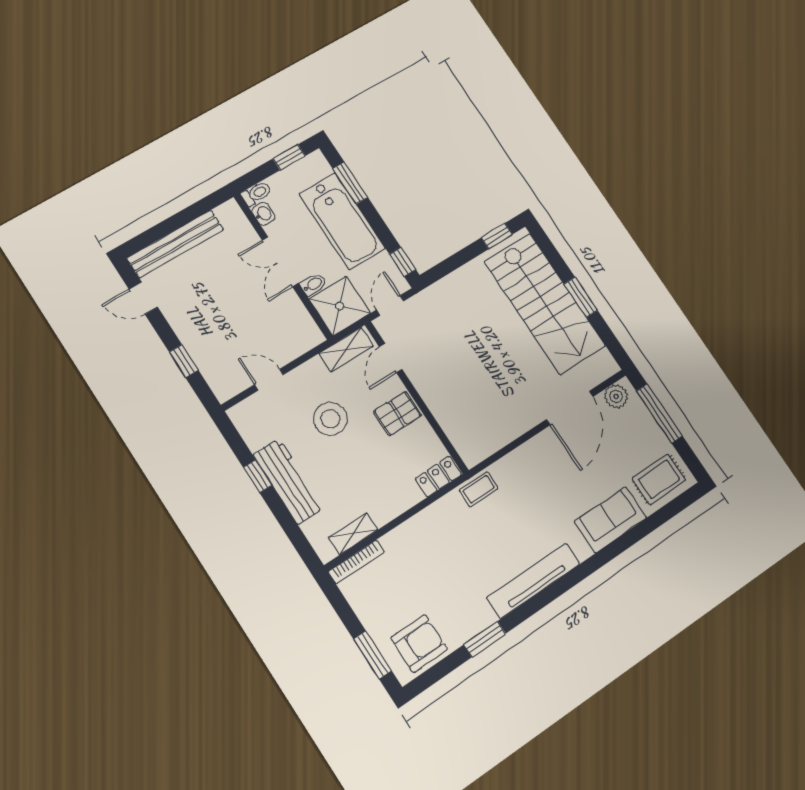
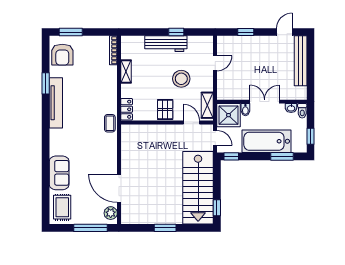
stairs: (545, 304) -> (198, 188), moved, turned -90
shelving: (353, 534) -> (126, 72), moved
tv unit: (533, 581) -> (56, 103), moved

